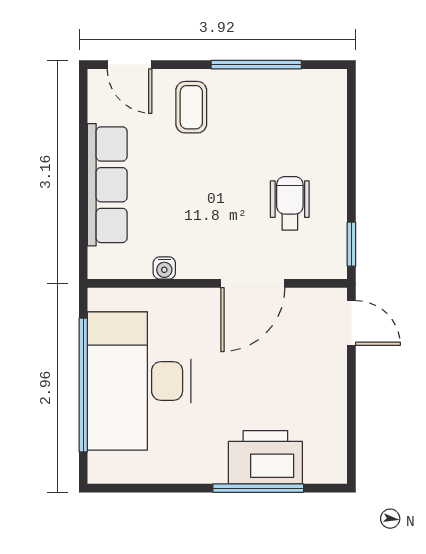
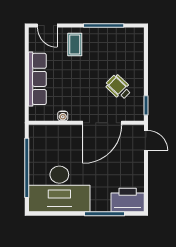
wheelchair: (290, 203) -> (119, 87), turned -46
door: (253, 283) -> (102, 123), width x1.36
desk: (139, 381) -> (59, 189), moved, turned -90
printer: (265, 457) -> (128, 200), moved

